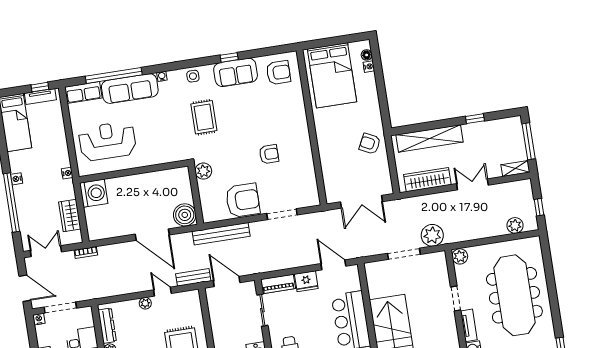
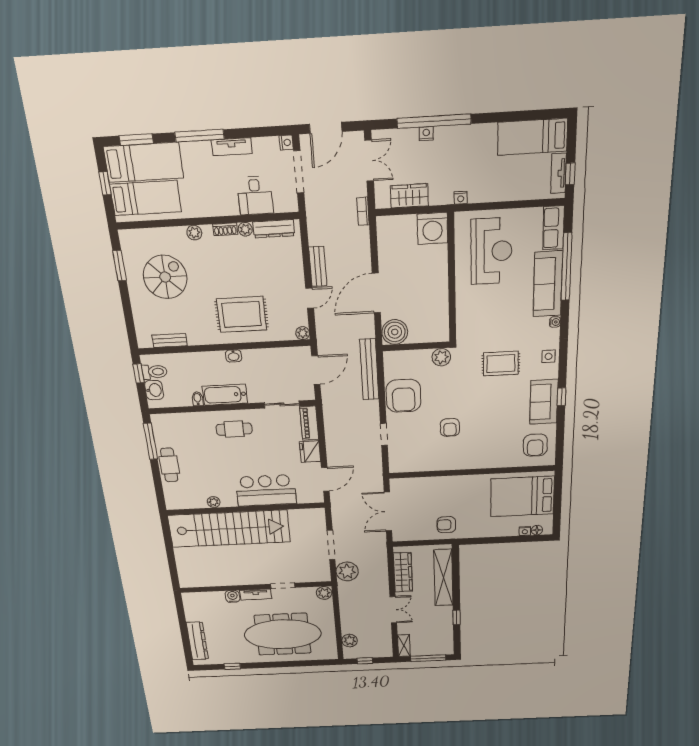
armchair: (370, 144) -> (446, 525), turned -117
nightstand: (17, 179) -> (426, 134), moved
doorway: (282, 214) -> (384, 434), width x0.73
bench: (193, 277) -> (318, 266), moved
plant: (145, 303) -> (303, 333), moved

